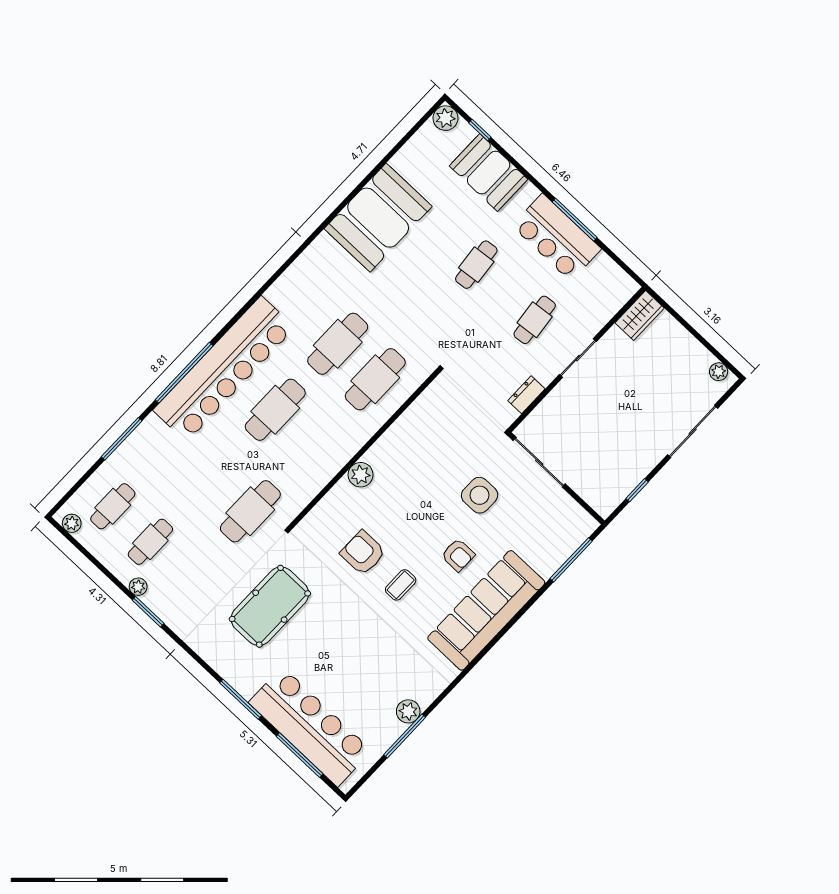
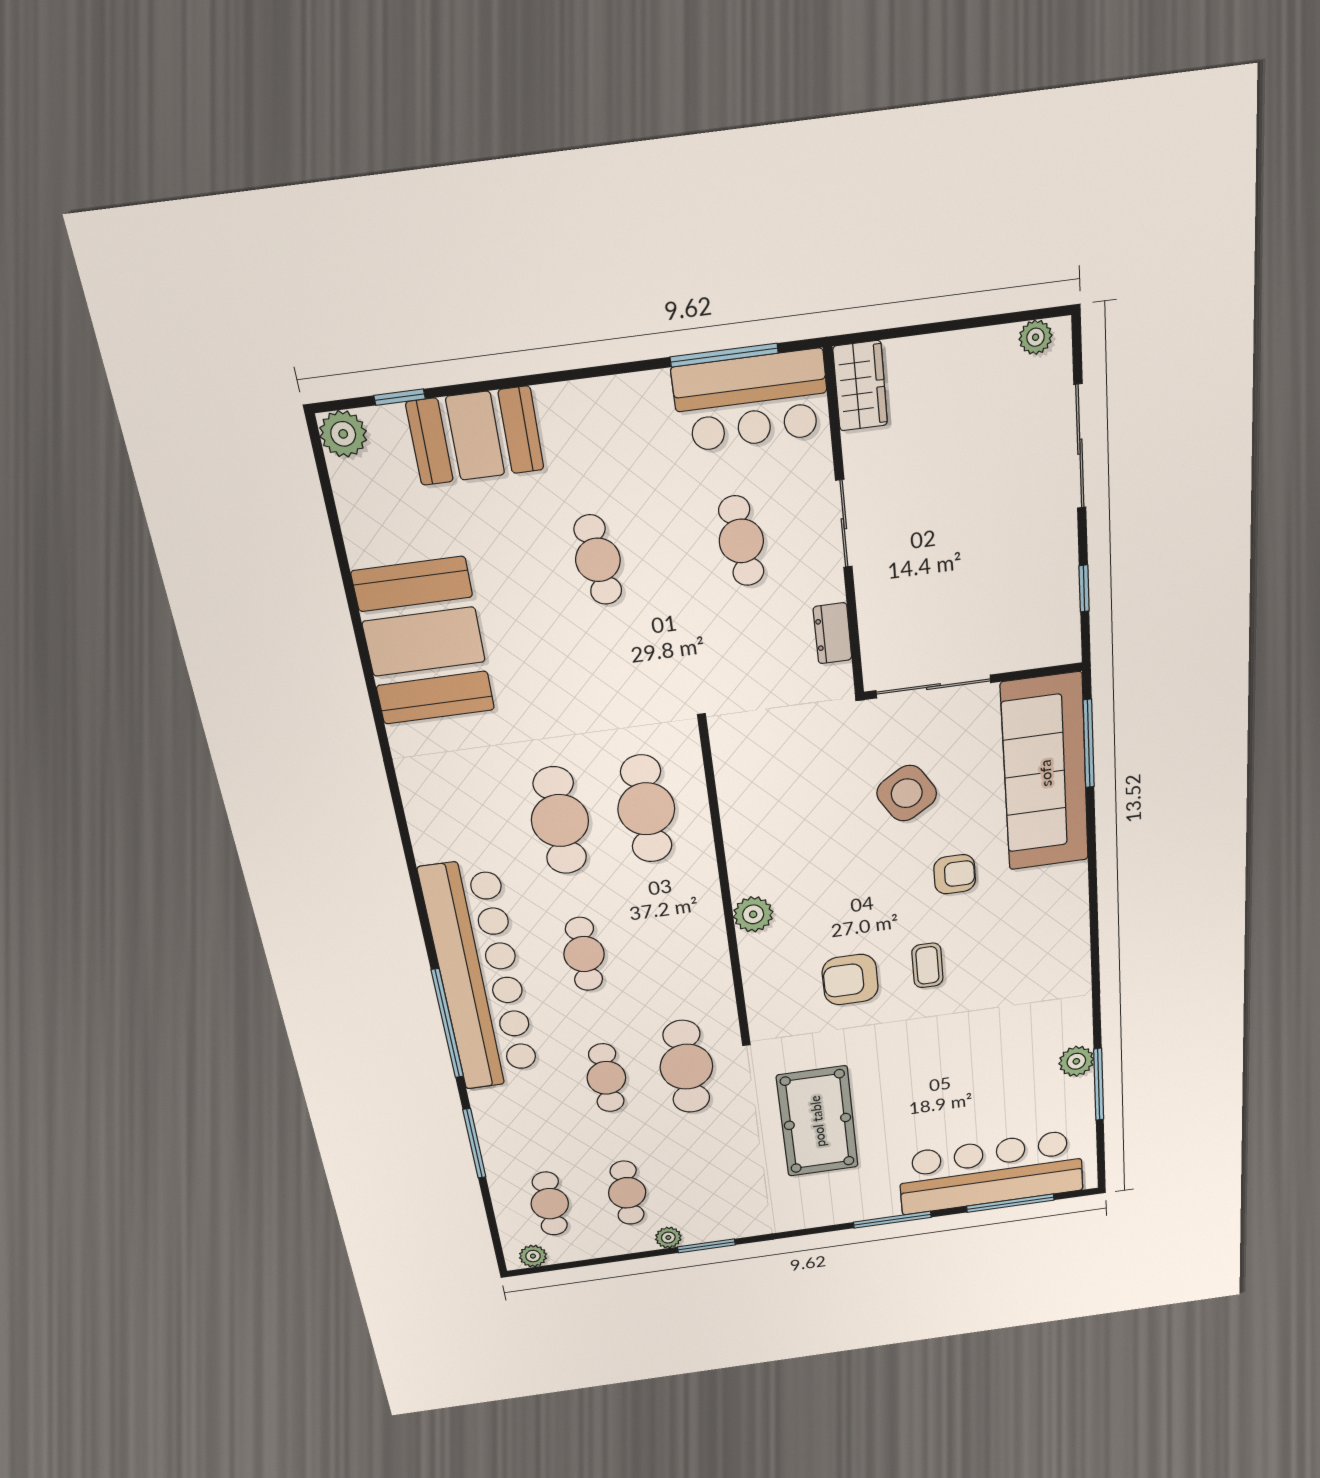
window: (575, 220) -> (724, 355), moved
bar counter: (557, 237) -> (751, 401), moved
cafe table: (275, 410) -> (584, 954), width x0.73, depth x0.74
cafe table: (213, 476) -> (606, 1078), added
side table: (480, 495) -> (907, 793), turned -32
sofa: (486, 610) -> (1045, 773), moved

